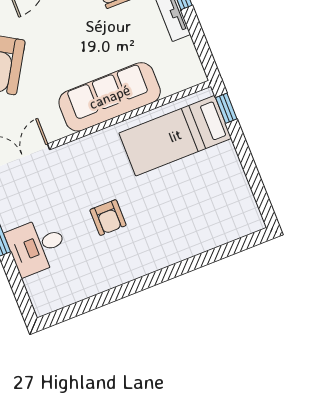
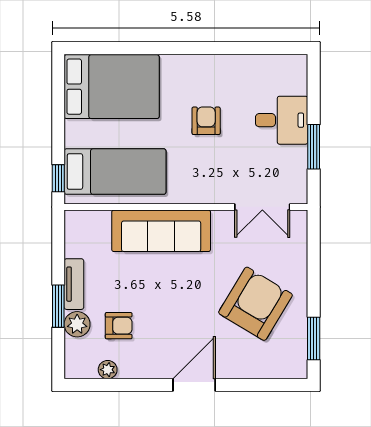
bed: (210, 215) -> (112, 87), added

